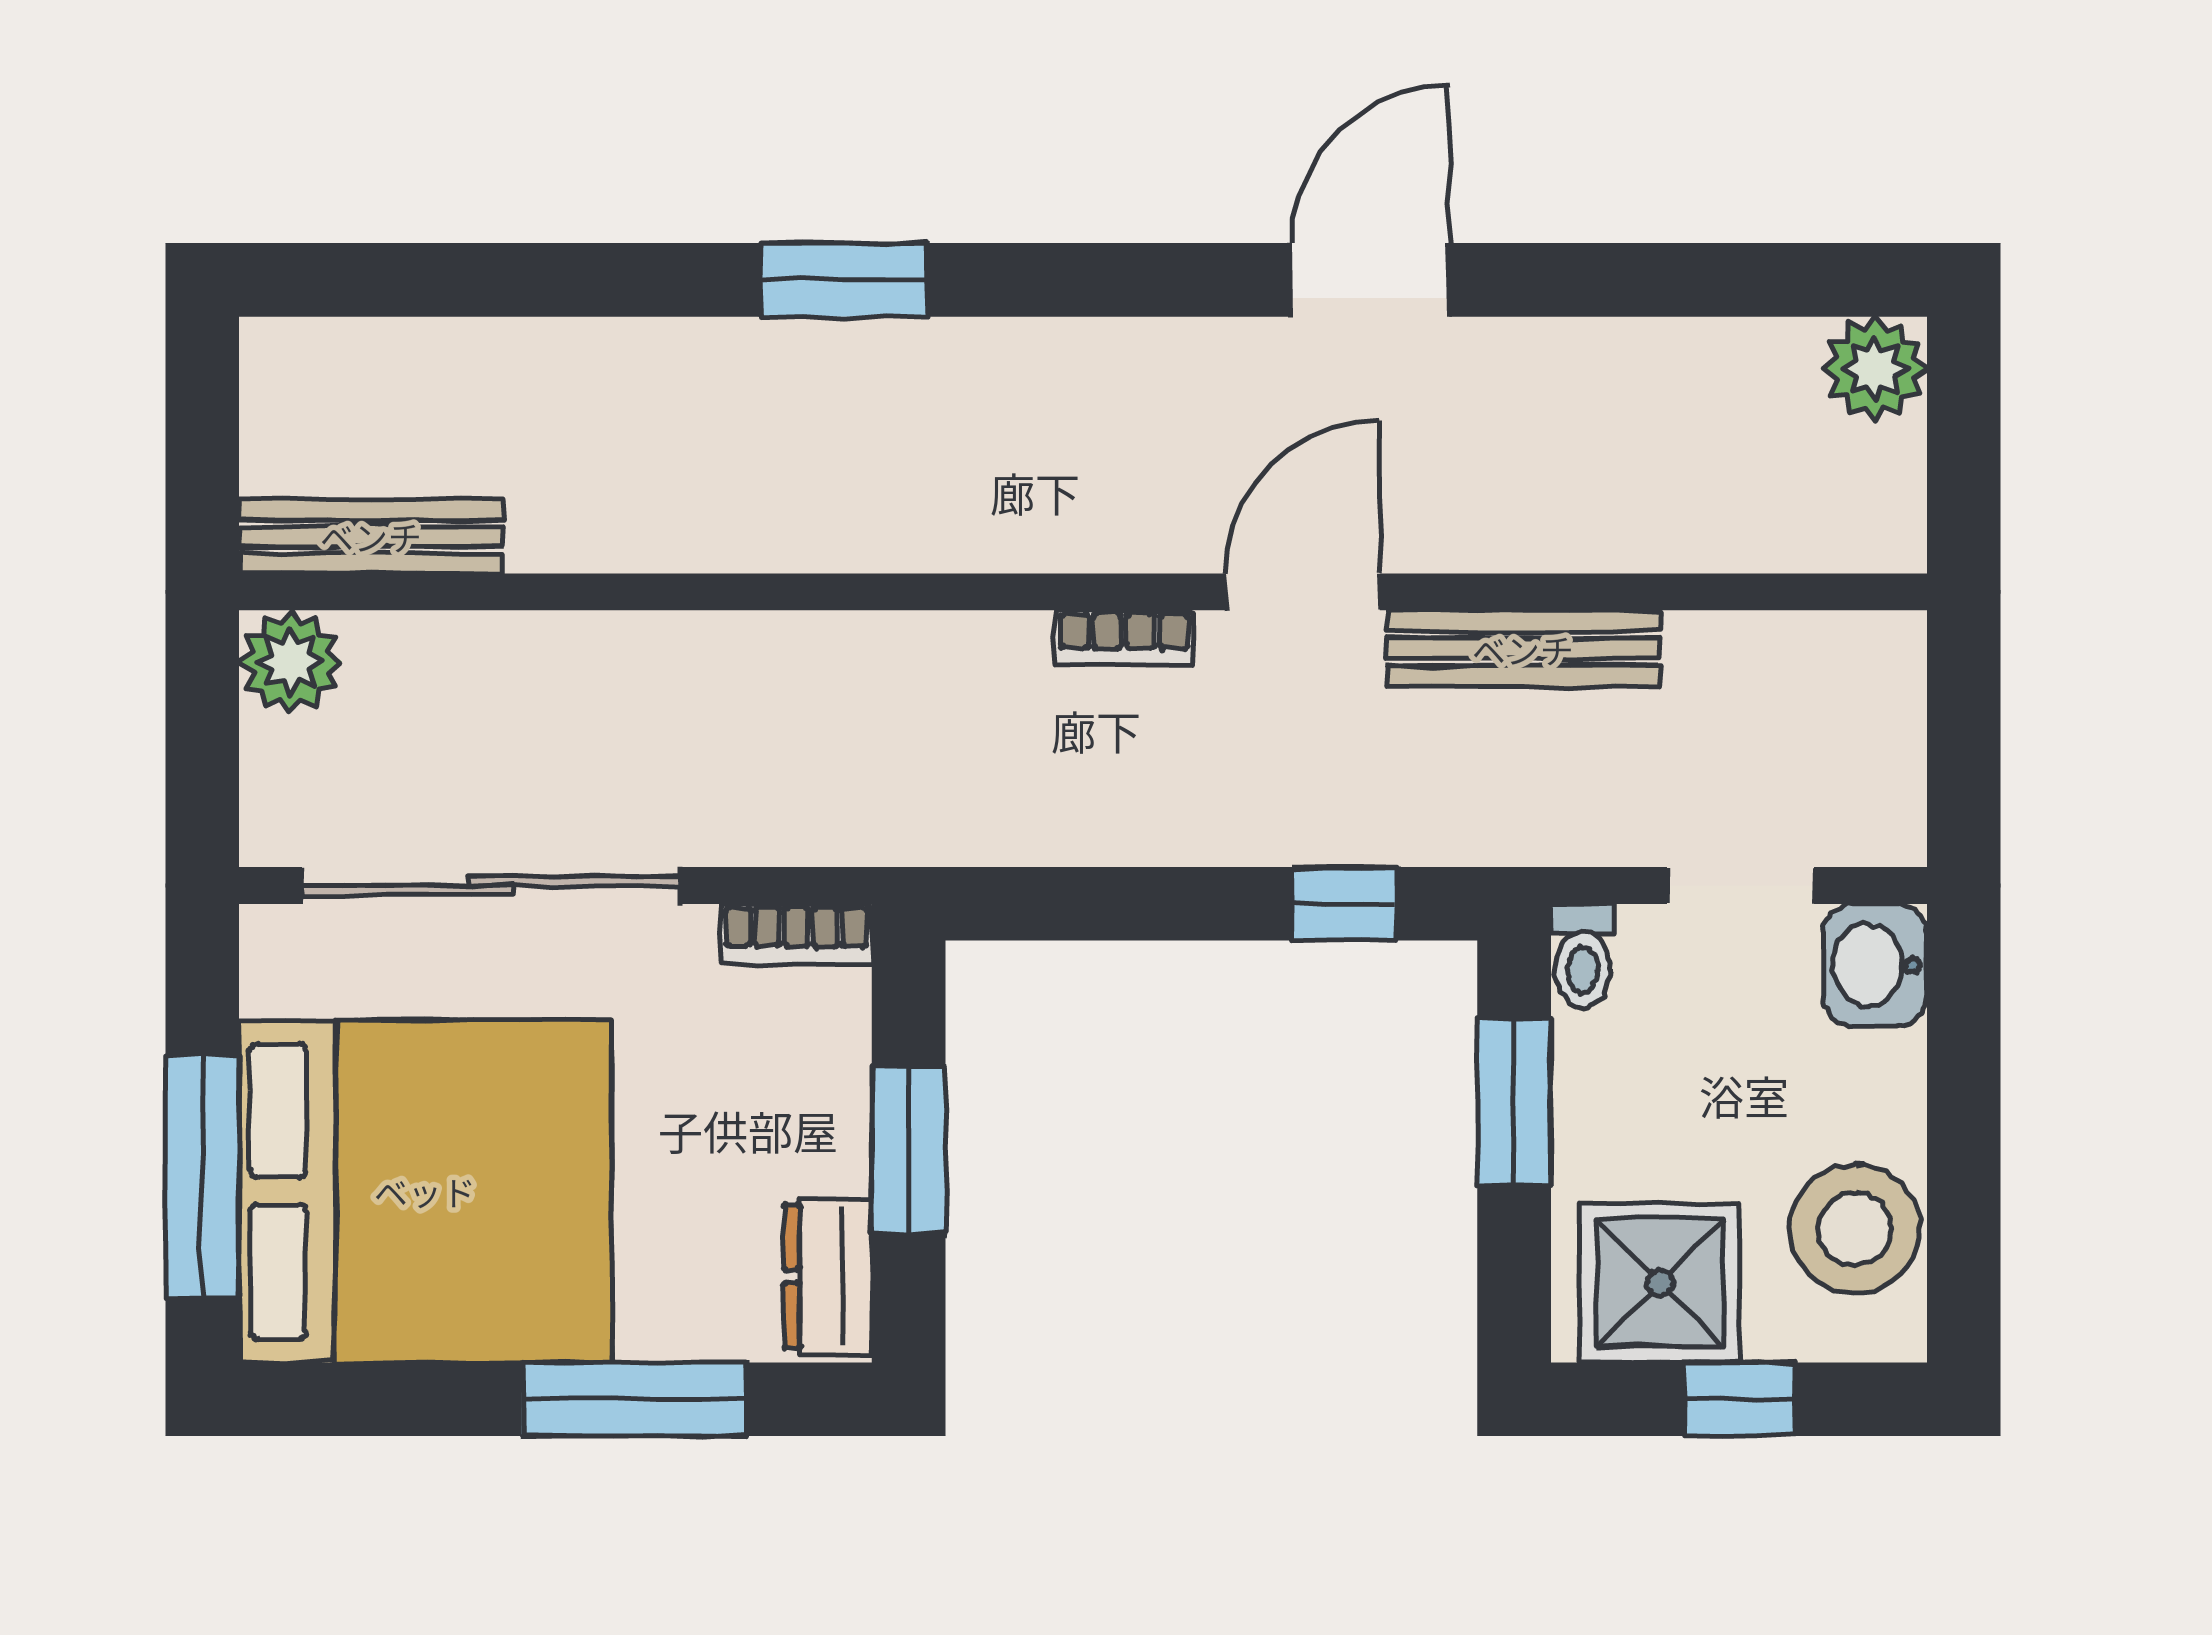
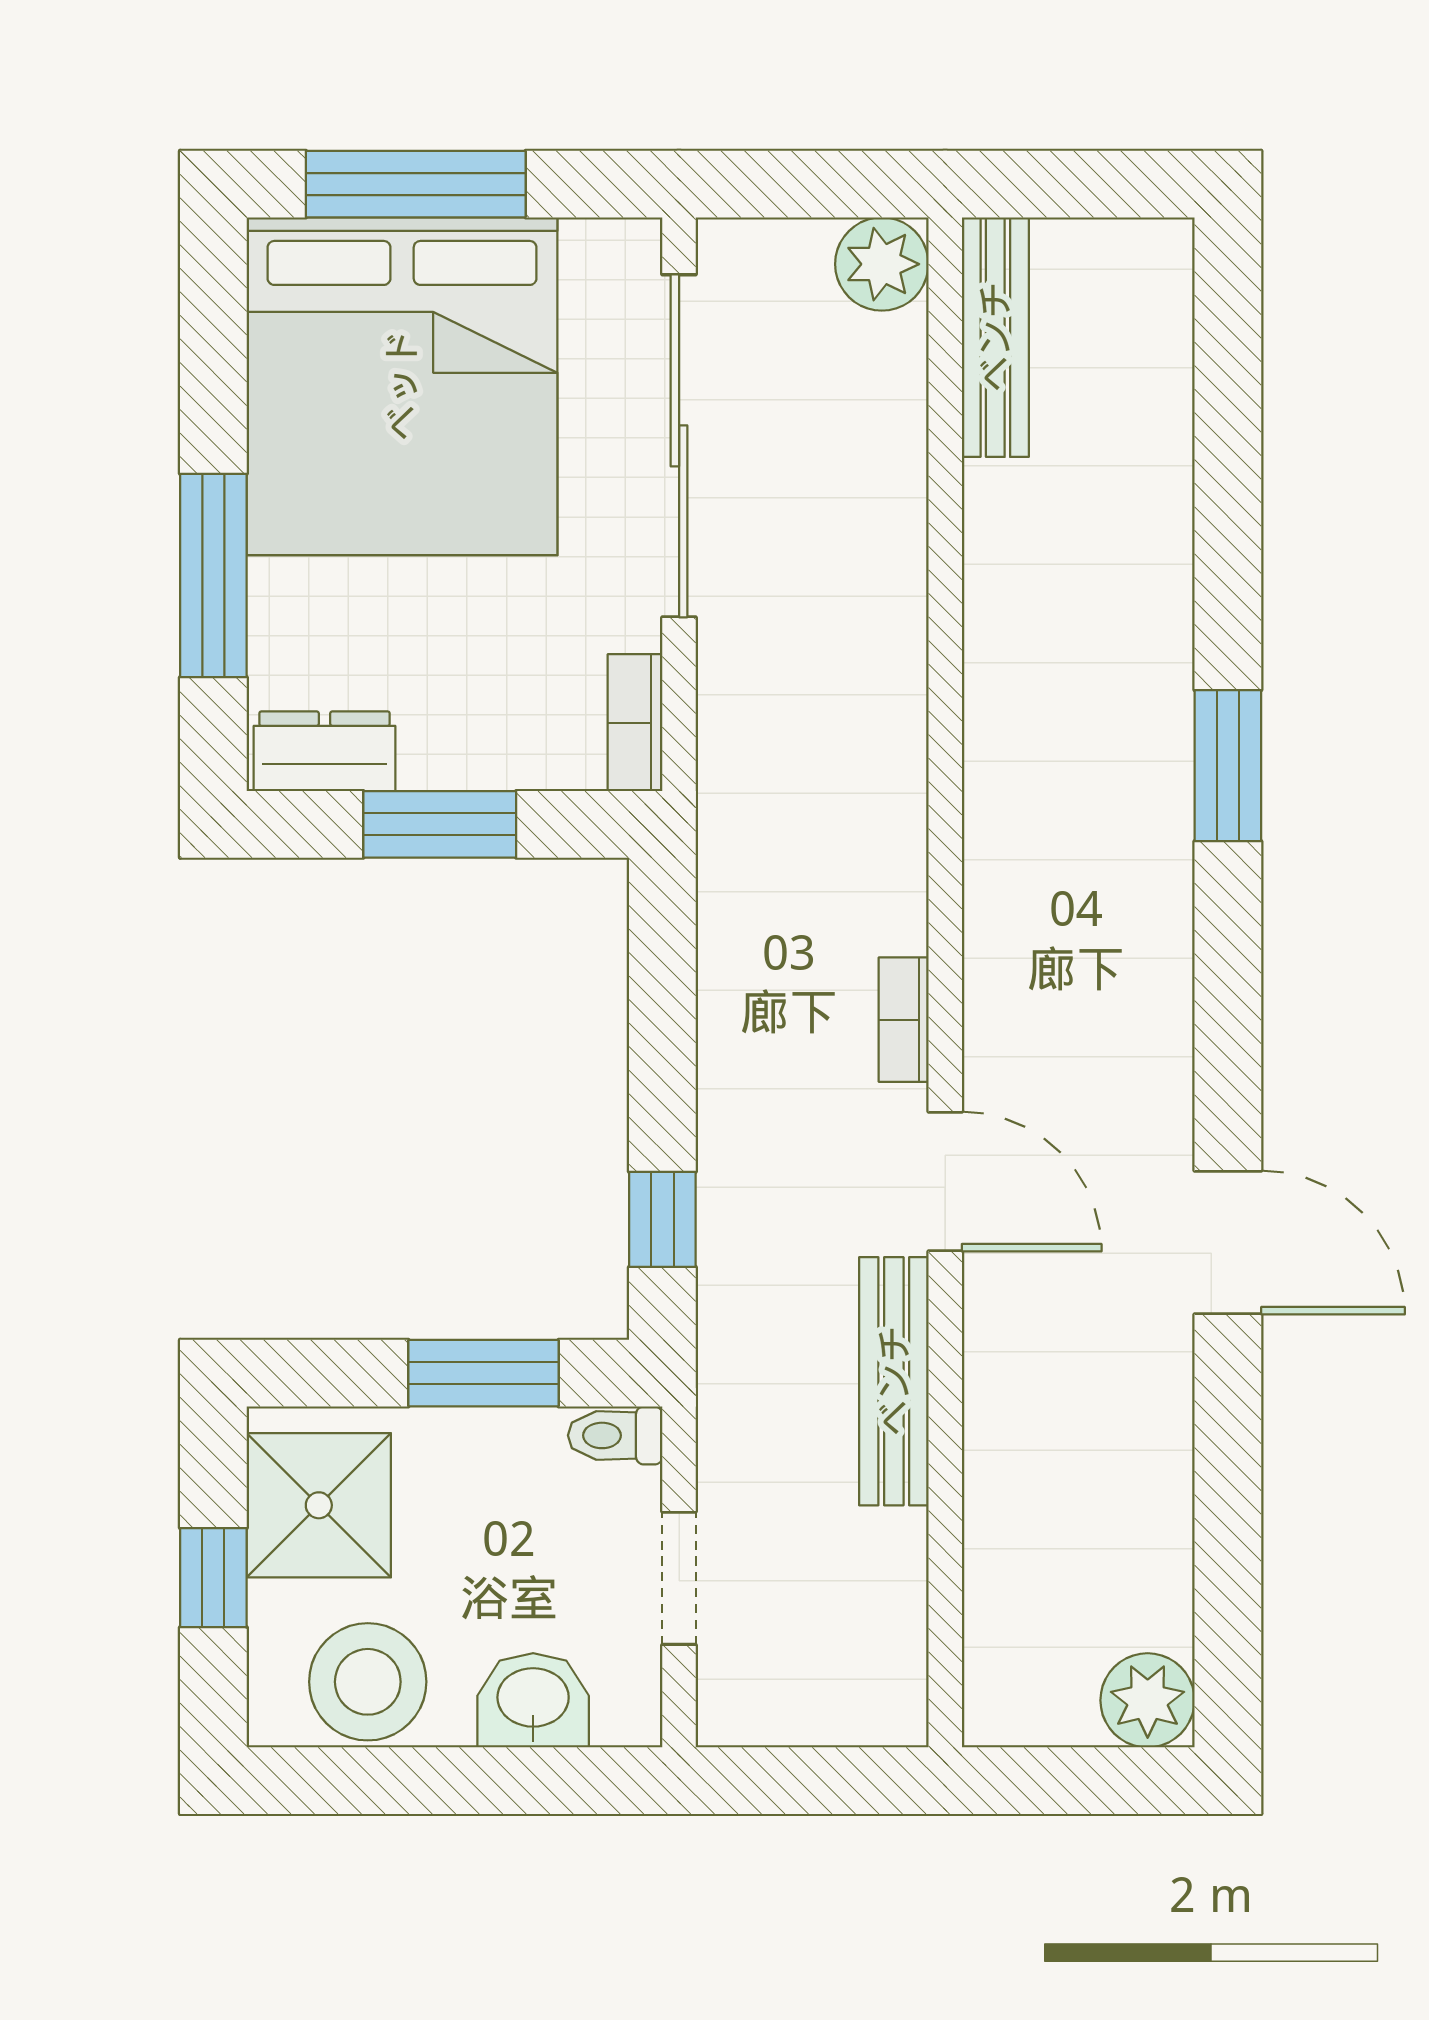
washbasin: (1875, 965) -> (533, 1700), moved

